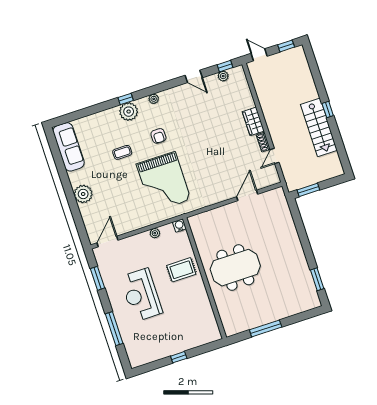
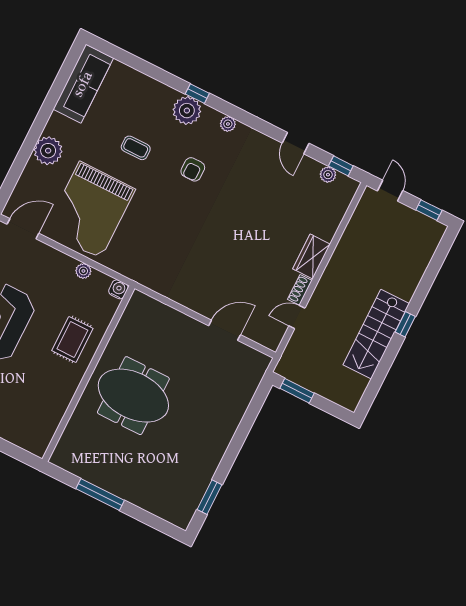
grand piano: (164, 182) -> (90, 210), moved
rug: (181, 270) -> (72, 339), turned 90

